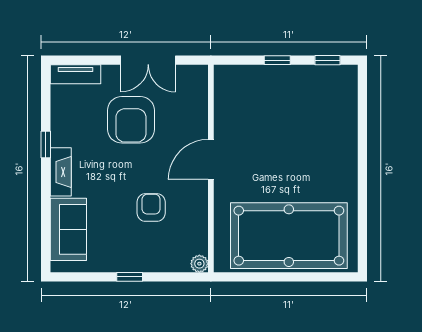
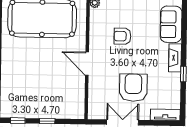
door: (211, 159) -> (87, 64), swing flipped
armchair: (151, 207) -> (122, 36), turned 90

